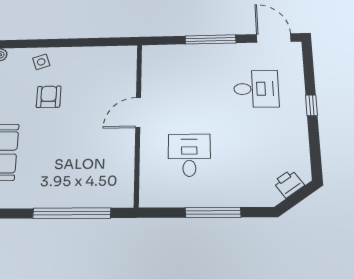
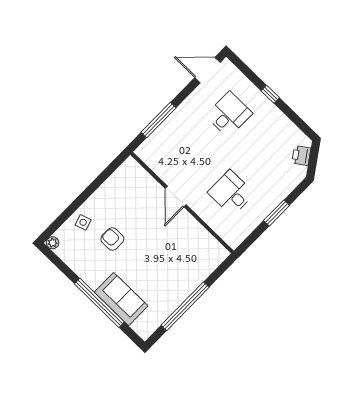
window: (210, 39) -> (159, 120), moved
window: (213, 212) -> (277, 213), width x0.69
window: (72, 213) -> (185, 306), moved

